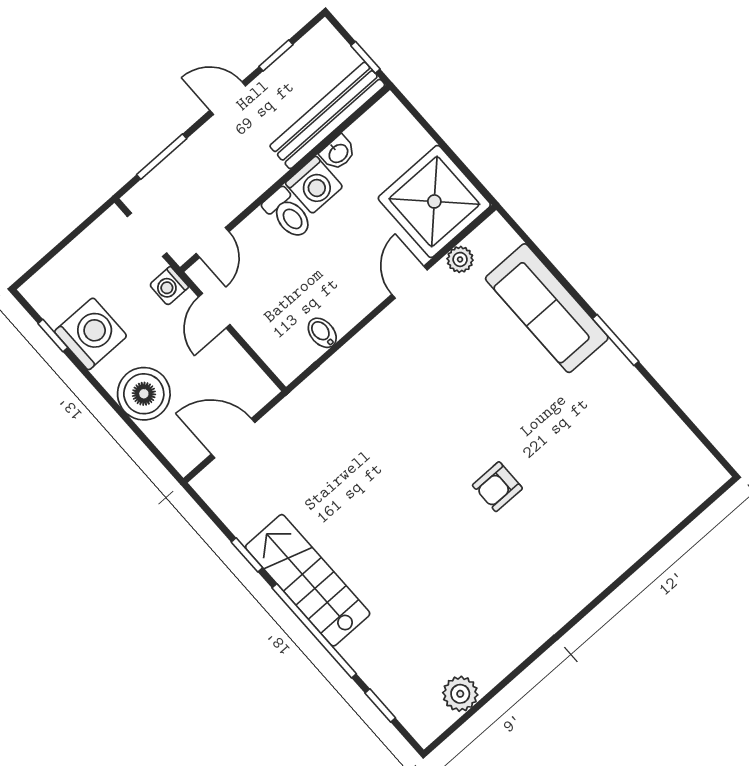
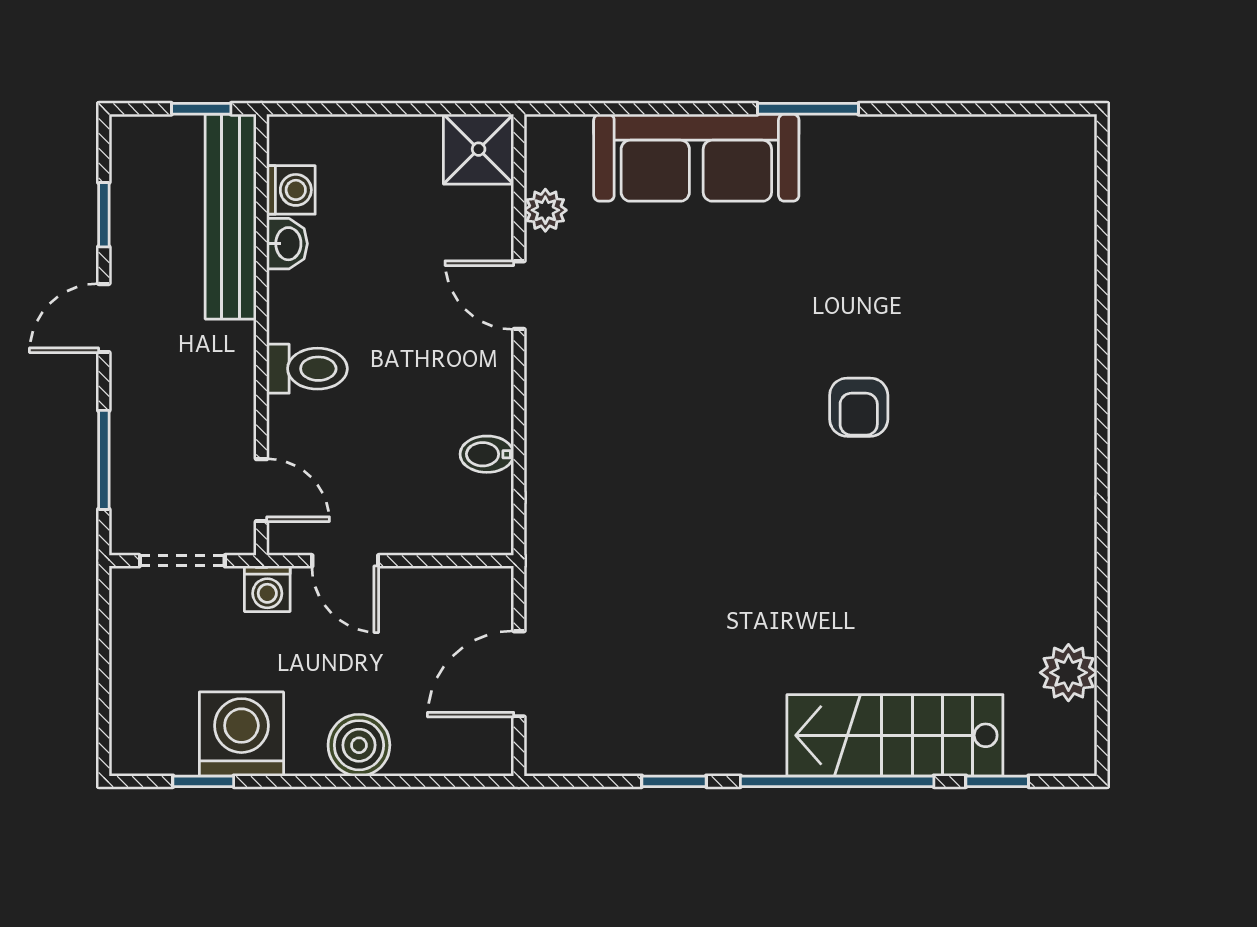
washing machine: (314, 185) -> (291, 190), moved, width x0.73, depth x0.73
shower: (434, 201) -> (479, 149), width x0.54, depth x0.54
boiler: (144, 394) -> (359, 745), width x0.73, depth x0.73
stairs: (308, 580) -> (895, 735), moved

